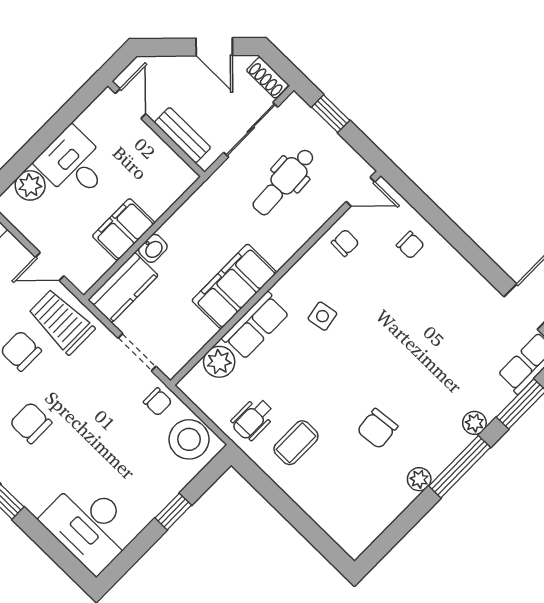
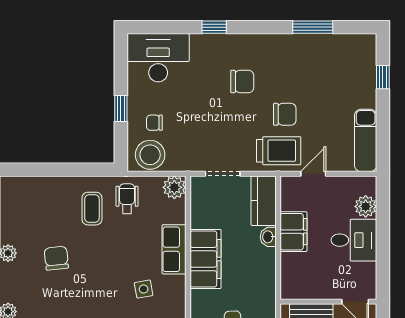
plant: (219, 362) -> (174, 187), moved
chair: (158, 402) -> (154, 123), moved

